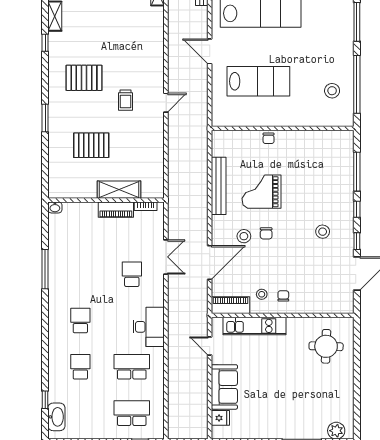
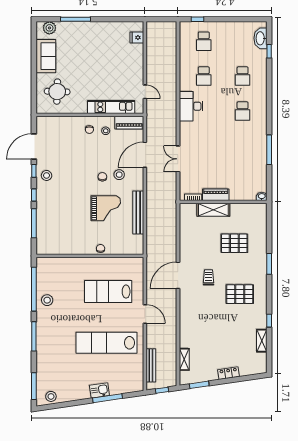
stool: (332, 91) -> (47, 300), moved
door: (166, 103) -> (178, 275), width x1.87
stool: (323, 232) -> (47, 175), moved
school desk: (132, 274) -> (204, 146), removed
school desk: (132, 367) -> (204, 76), width x0.54
sofa: (224, 387) -> (46, 56), moved, turned 180
school desk: (132, 413) -> (204, 41), width x0.54

